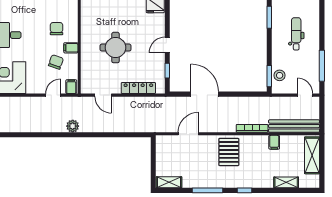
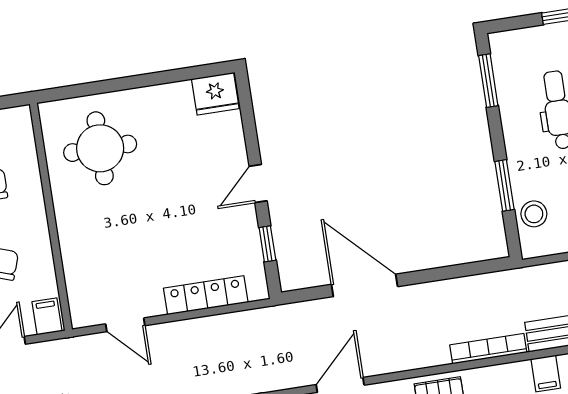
filing cabinet: (71, 48) -> (32, 225), removed
round table: (116, 48) -> (100, 148), moved
window: (269, 76) -> (505, 185), moved

